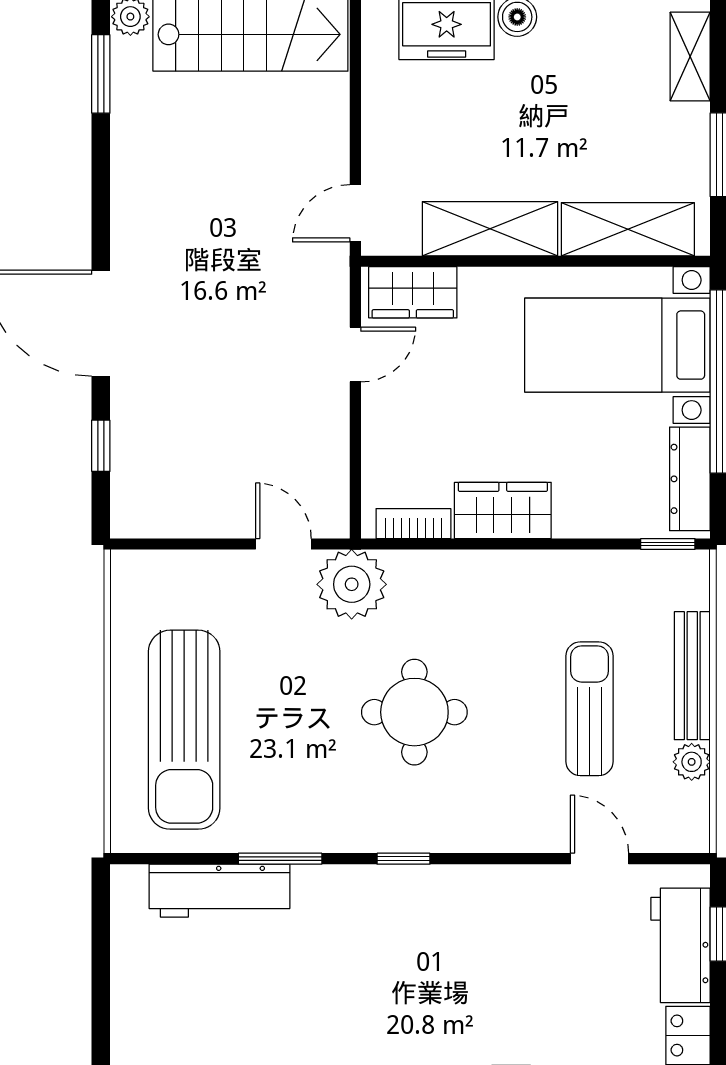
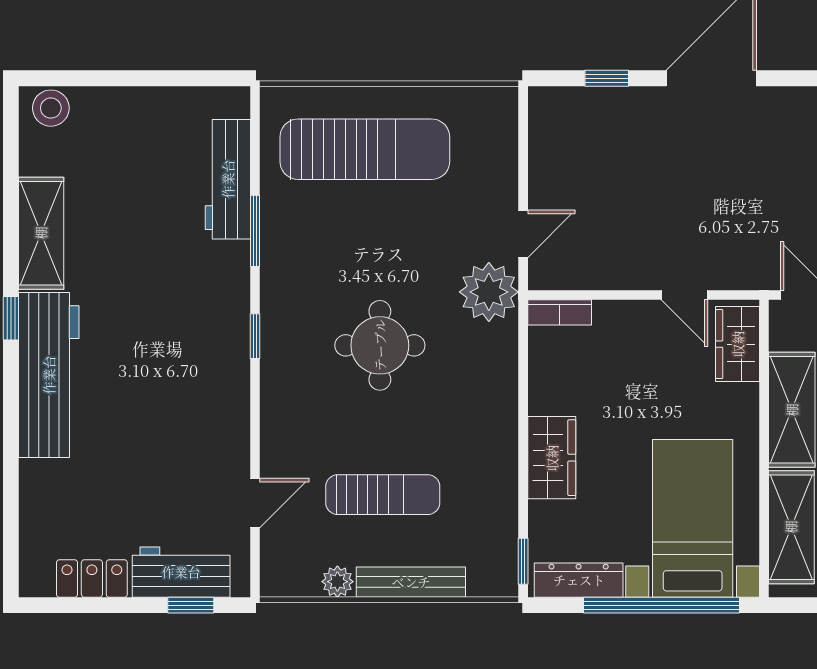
wardrobe: (503, 510) -> (552, 458), moved
bookcase: (413, 524) -> (560, 312), moved, turned 90
sun lounger: (184, 730) -> (365, 149), turned 180

